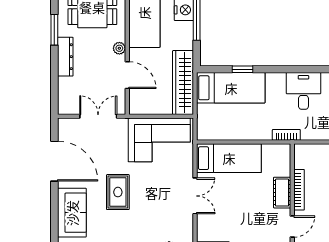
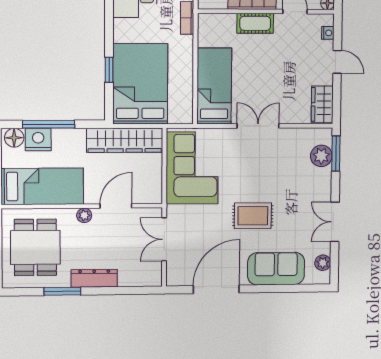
bed: (231, 88) -> (140, 84), width x1.50

